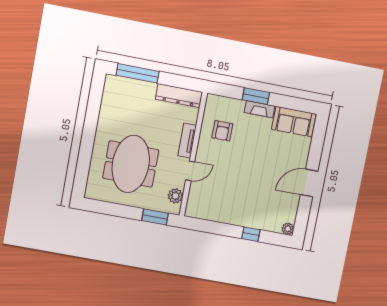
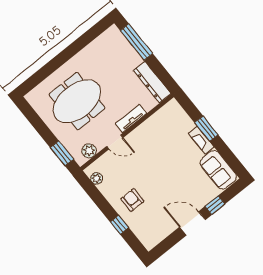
armchair: (222, 131) -> (132, 200), moved, turned 90
window: (315, 153) -> (215, 205), added
plant: (288, 229) -> (97, 178), moved

